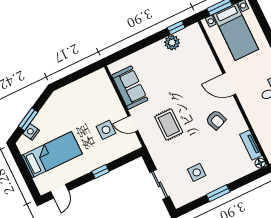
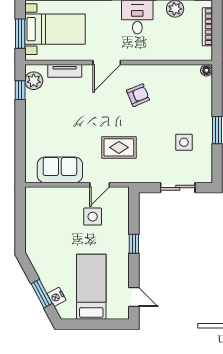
plant: (172, 42) -> (34, 81), moved
tv unit: (251, 145) -> (65, 71), moved

